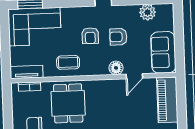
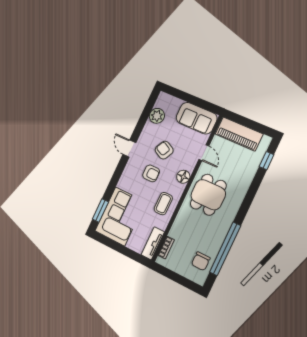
armchair: (118, 37) -> (164, 150), turned 117
floor lamp: (116, 68) -> (183, 177), moved
dining table: (68, 103) -> (208, 195), moved, turned 90

